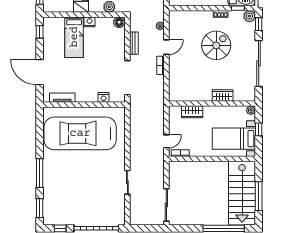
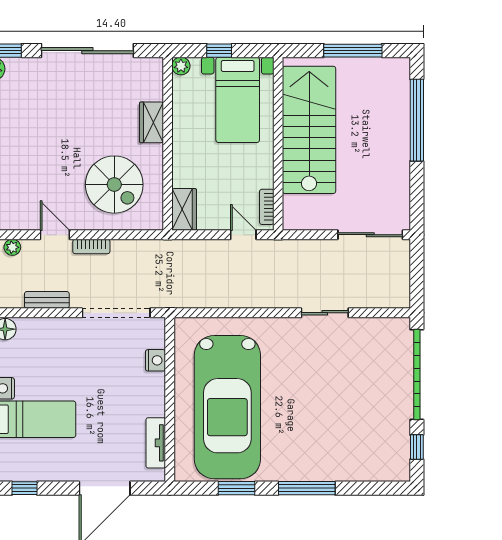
spiral stairs: (216, 45) -> (114, 185), moved, turned 180
wardrobe: (192, 112) -> (184, 209), moved
stairs: (242, 193) -> (309, 130), moved, turned -90
window: (40, 208) -> (236, 488), moved

